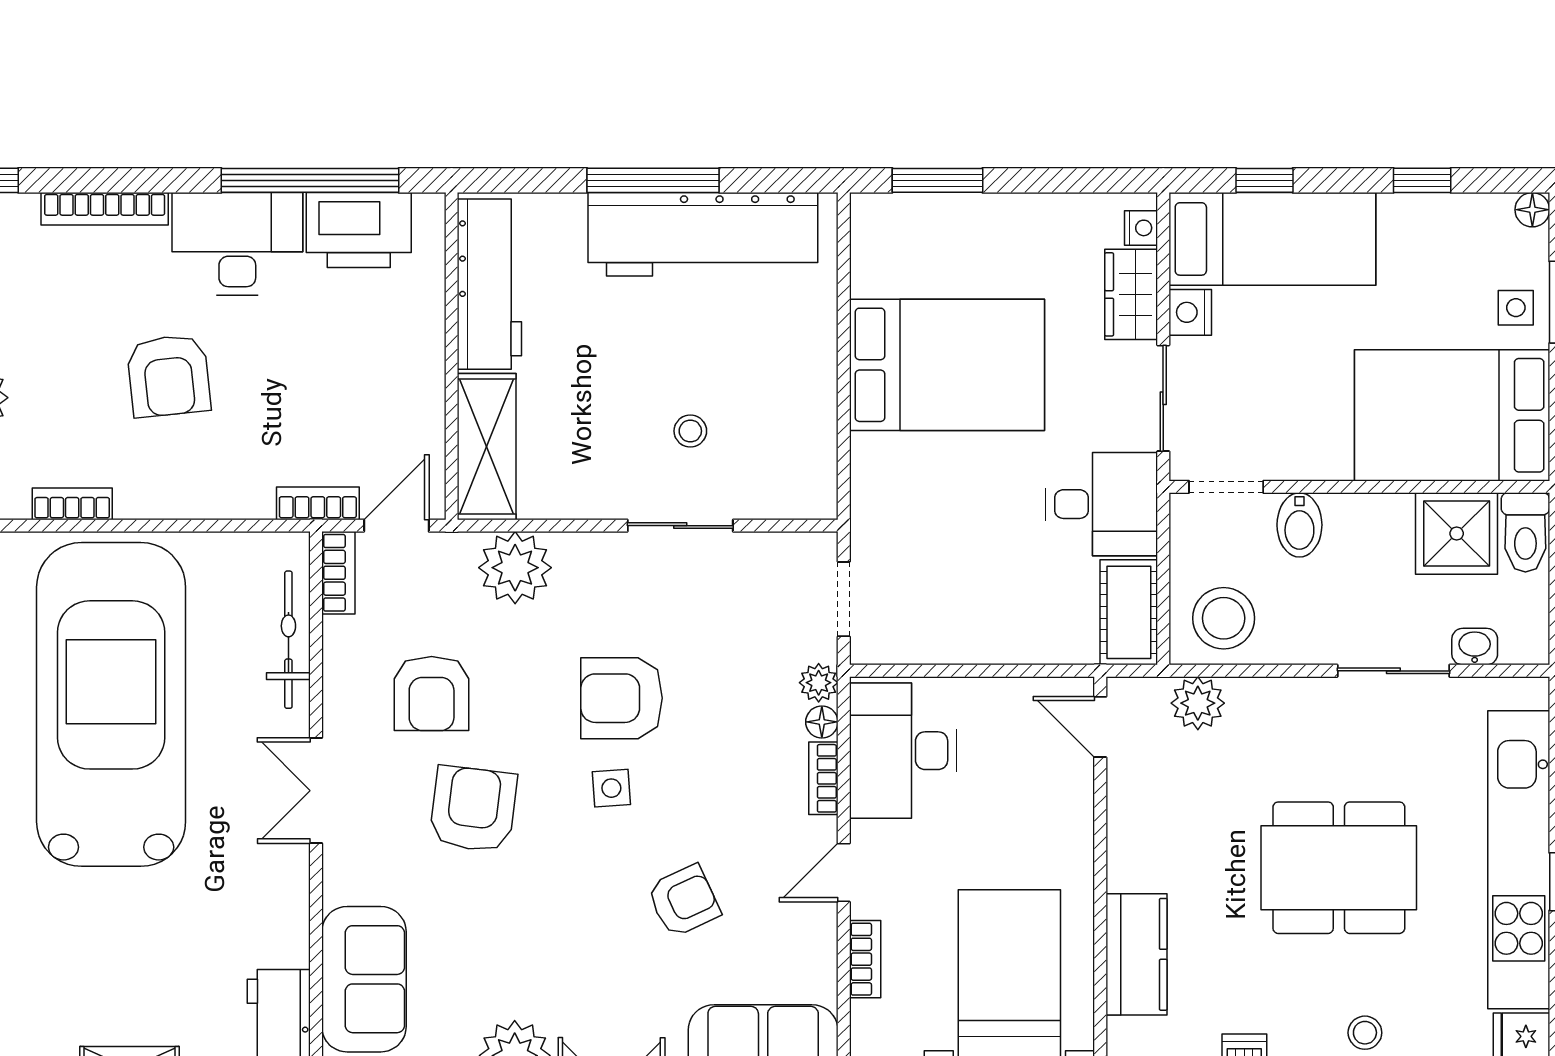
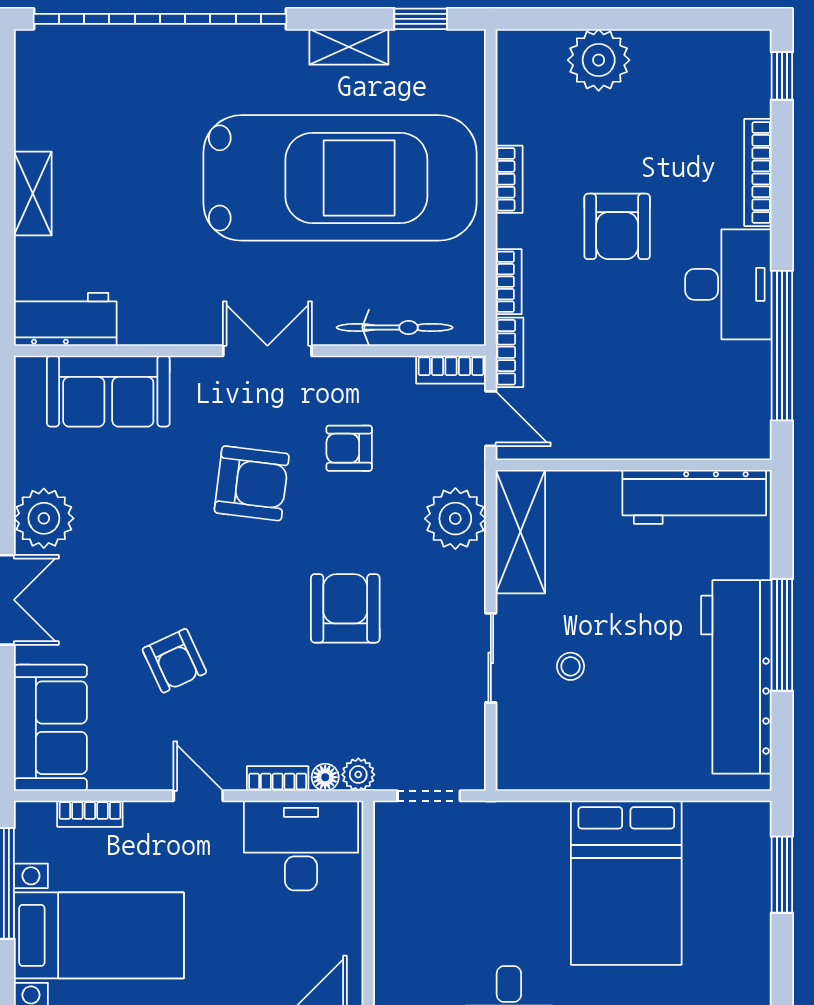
printer: (359, 230) -> (740, 387), removed
armchair: (169, 376) -> (617, 226), turned -84
shelving: (487, 447) -> (520, 532), moved, turned 90
bookcase: (72, 504) -> (509, 179), moved
bookcase: (234, 504) -> (509, 282), added
armchair: (432, 694) -> (349, 448), width x0.72, depth x0.72
side table: (611, 788) -> (269, 600), removed
bookcase: (865, 959) -> (90, 814), moved

